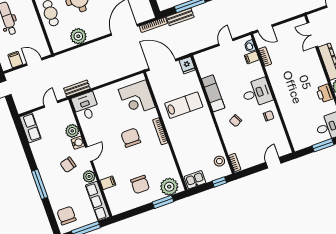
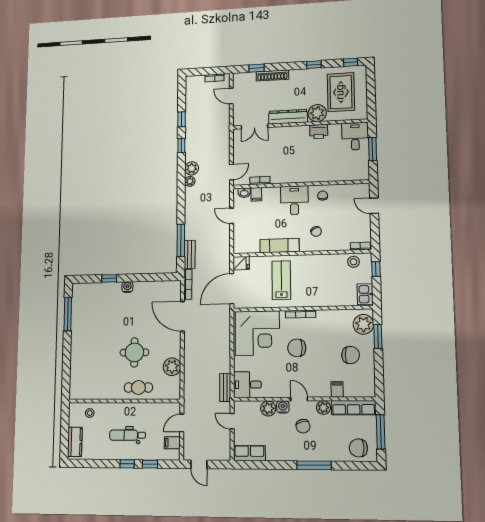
corner desk: (137, 98) -> (257, 333), width x1.36, depth x1.36

